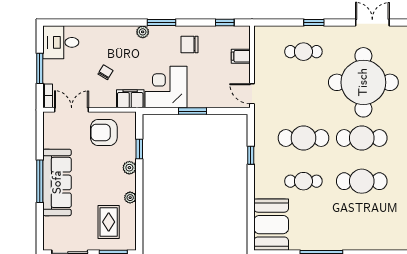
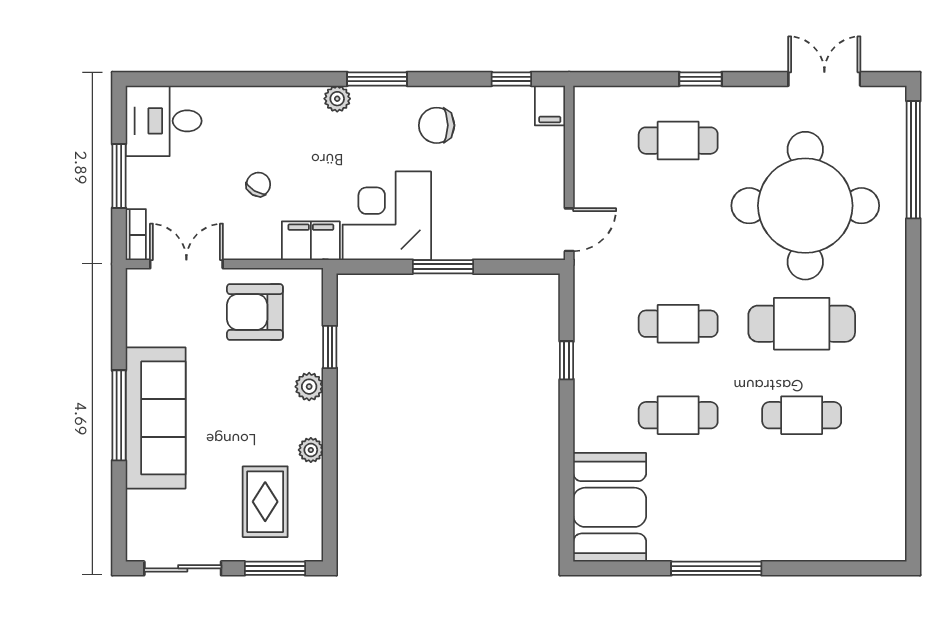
filing cabinet: (241, 56) -> (550, 106), moved, turned -90
door: (252, 94) -> (569, 230), swing flipped
cafe table: (303, 138) -> (678, 324), width x0.73, depth x0.74
cafe table: (362, 181) -> (802, 415), width x0.73, depth x0.74

